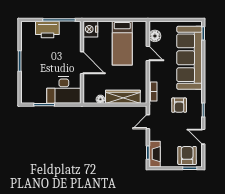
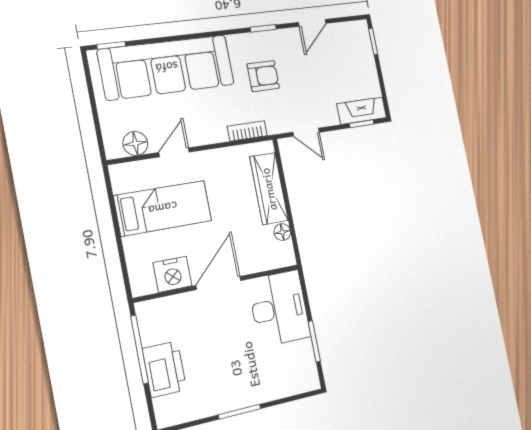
nightstand: (90, 29) -> (173, 274), moved
armchair: (187, 155) -> (352, 49), removed

